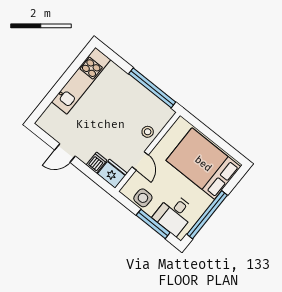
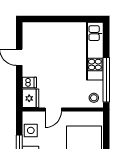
kitchen unit: (81, 81) -> (95, 51), moved, turned 90
stool: (148, 132) -> (94, 98), moved

